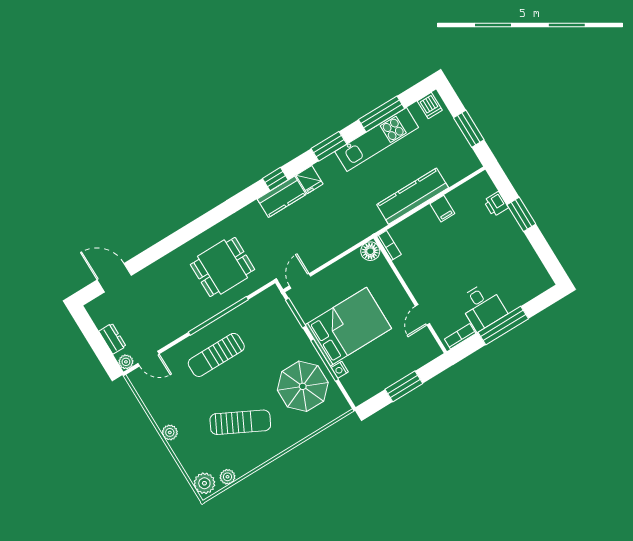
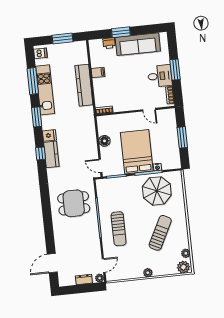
sofa: (515, 249) -> (138, 44), added
floor lamp: (370, 251) -> (104, 141), moved
dining table: (223, 267) -> (74, 203), turned 90
window: (503, 325) -> (175, 70), width x0.69

